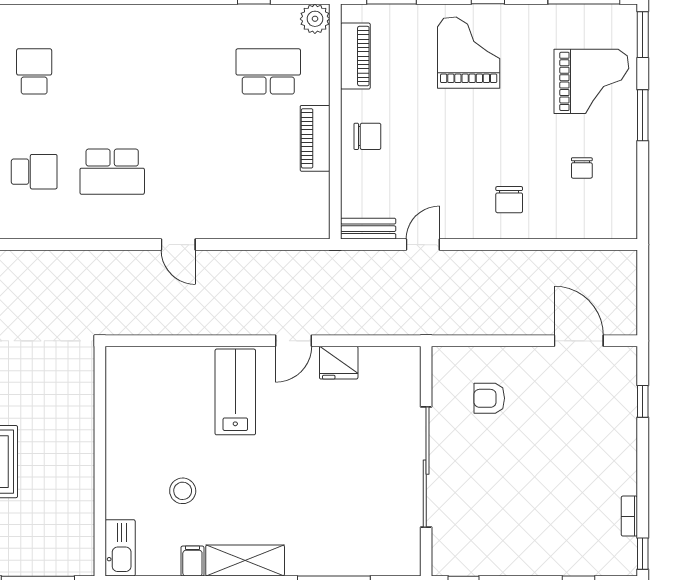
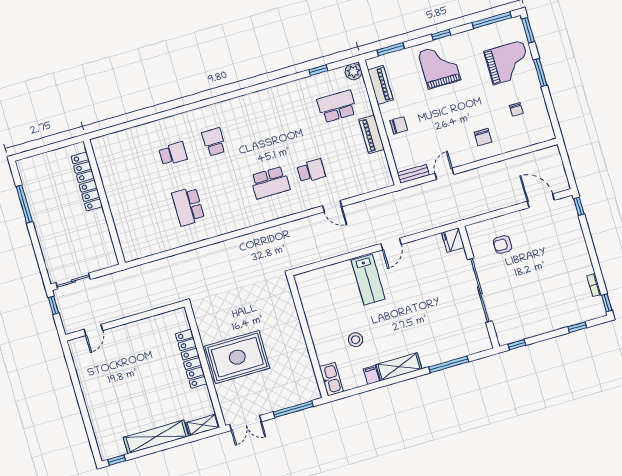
school desk: (34, 172) -> (311, 171), moved
door: (178, 245) -> (332, 206), moved
fridge: (339, 363) -> (453, 240), moved, turned 90
lab bench: (235, 392) -> (368, 280), turned 180
window: (643, 401) -> (579, 206), moved

